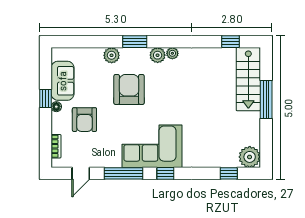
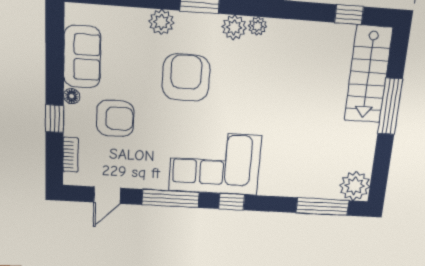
window: (46, 99) -> (55, 119), moved
armchair: (84, 120) -> (115, 118), turned -90
window: (229, 173) -> (322, 207), width x2.17

